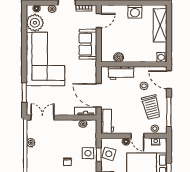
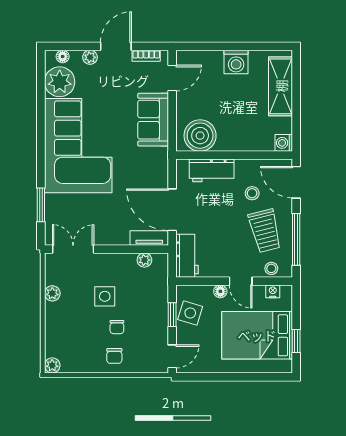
boiler: (119, 57) -> (200, 136), width x1.86, depth x1.86
side table: (88, 153) -> (105, 296), moved

